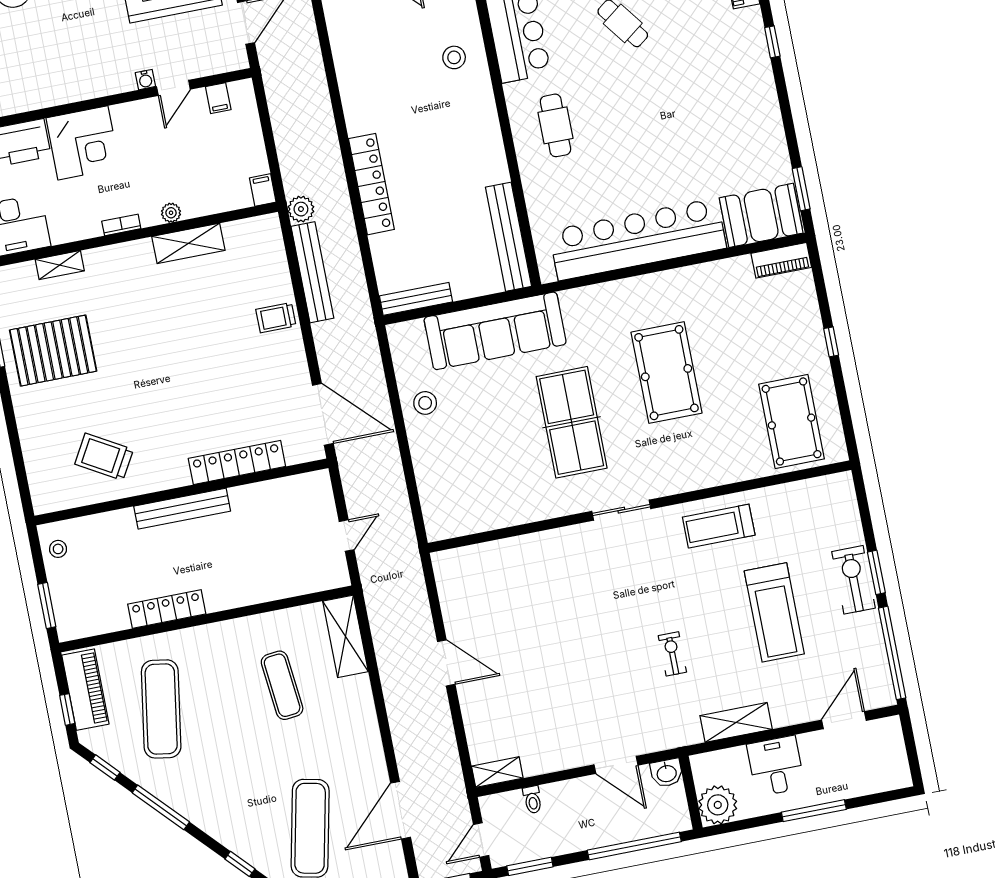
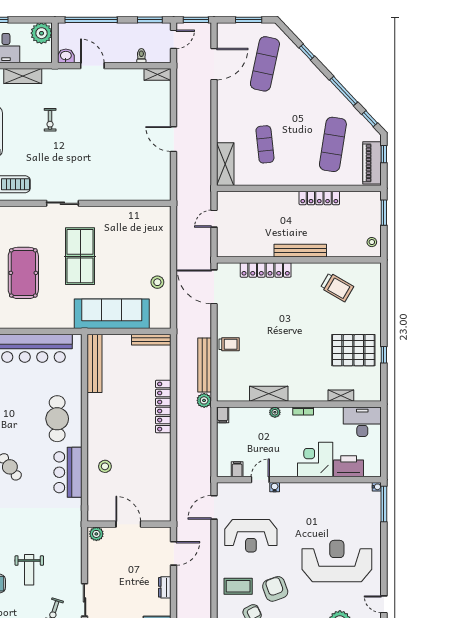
cafe table: (556, 125) -> (57, 419), width x1.37, depth x1.35

